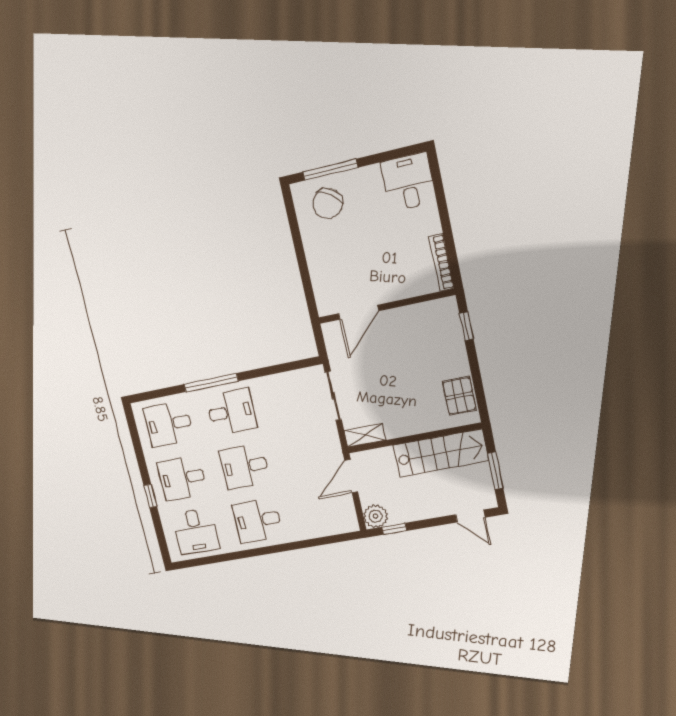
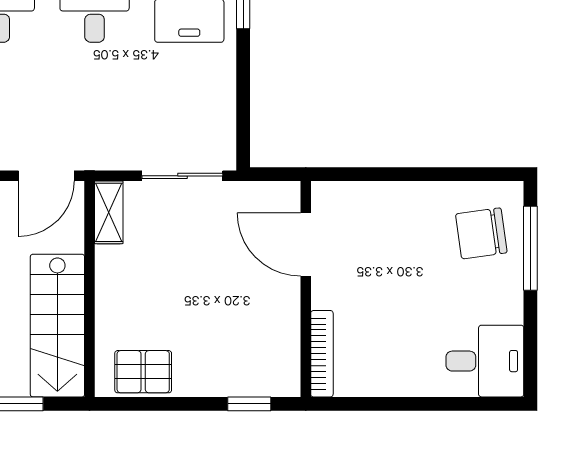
chair: (328, 204) -> (481, 233), turned -43
bookcase: (442, 262) -> (322, 354), moved, turned 90
door: (351, 476) -> (46, 176), swing flipped

